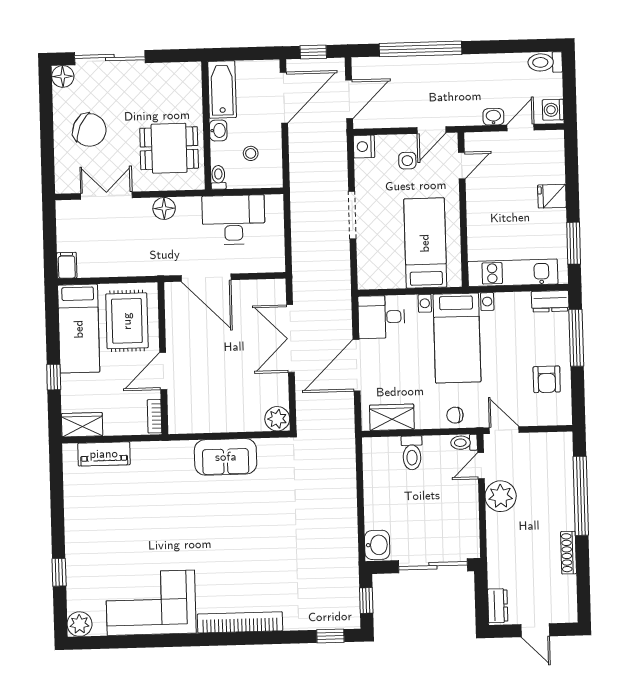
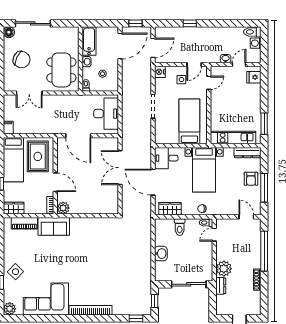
window: (421, 49) -> (190, 23), width x0.32
washing machine: (553, 110) -> (256, 43), moved
dining table: (169, 148) -> (61, 70), width x1.38
double door: (106, 196) -> (29, 93), swing flipped
fridge: (552, 196) -> (254, 77), moved
floor lamp: (164, 208) -> (58, 100), removed
desk: (233, 220) -> (106, 114), moved, turned 90
dresser: (550, 301) -> (247, 153), width x1.44
window: (576, 338) -> (264, 188), moved
door: (356, 365) -> (153, 182), hinge flipped
door: (163, 371) -> (55, 182), swing flipped
armchair: (547, 379) -> (251, 179), moved
plant: (277, 419) -> (63, 208), moved
door: (504, 430) -> (246, 217), moved
sofa: (226, 457) -> (54, 226), moved
plant: (501, 496) -> (224, 269), moved
washbasin: (377, 545) -> (161, 254), moved
side table: (89, 550) -> (15, 272), added
dresser: (498, 606) -> (221, 286), moved

